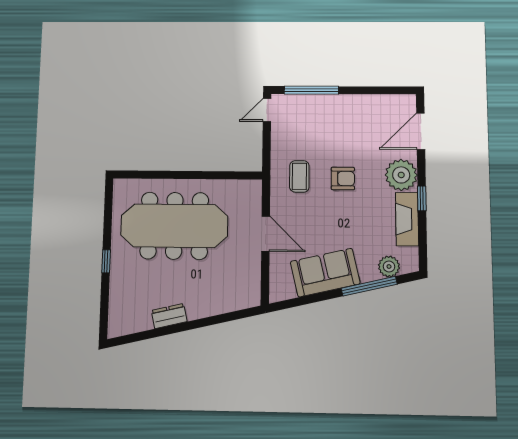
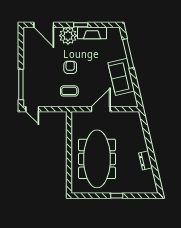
plant: (389, 266) -> (118, 43), removed

